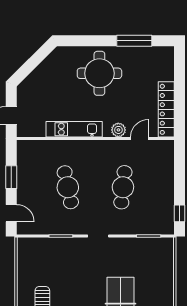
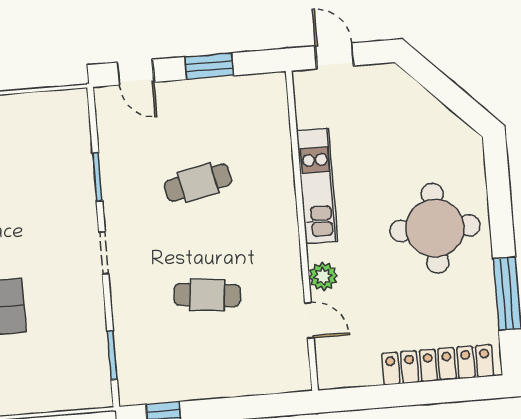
locker: (166, 109) -> (438, 365), moved
cafe table: (68, 187) -> (198, 183), width x0.73, depth x0.74
cafe table: (123, 187) -> (207, 295), width x0.73, depth x0.74
door: (11, 213) -> (136, 72), hinge flipped

